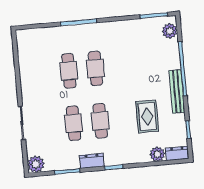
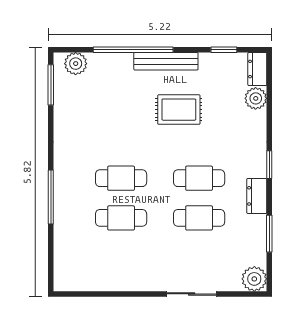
rug: (147, 116) -> (179, 110), moved

